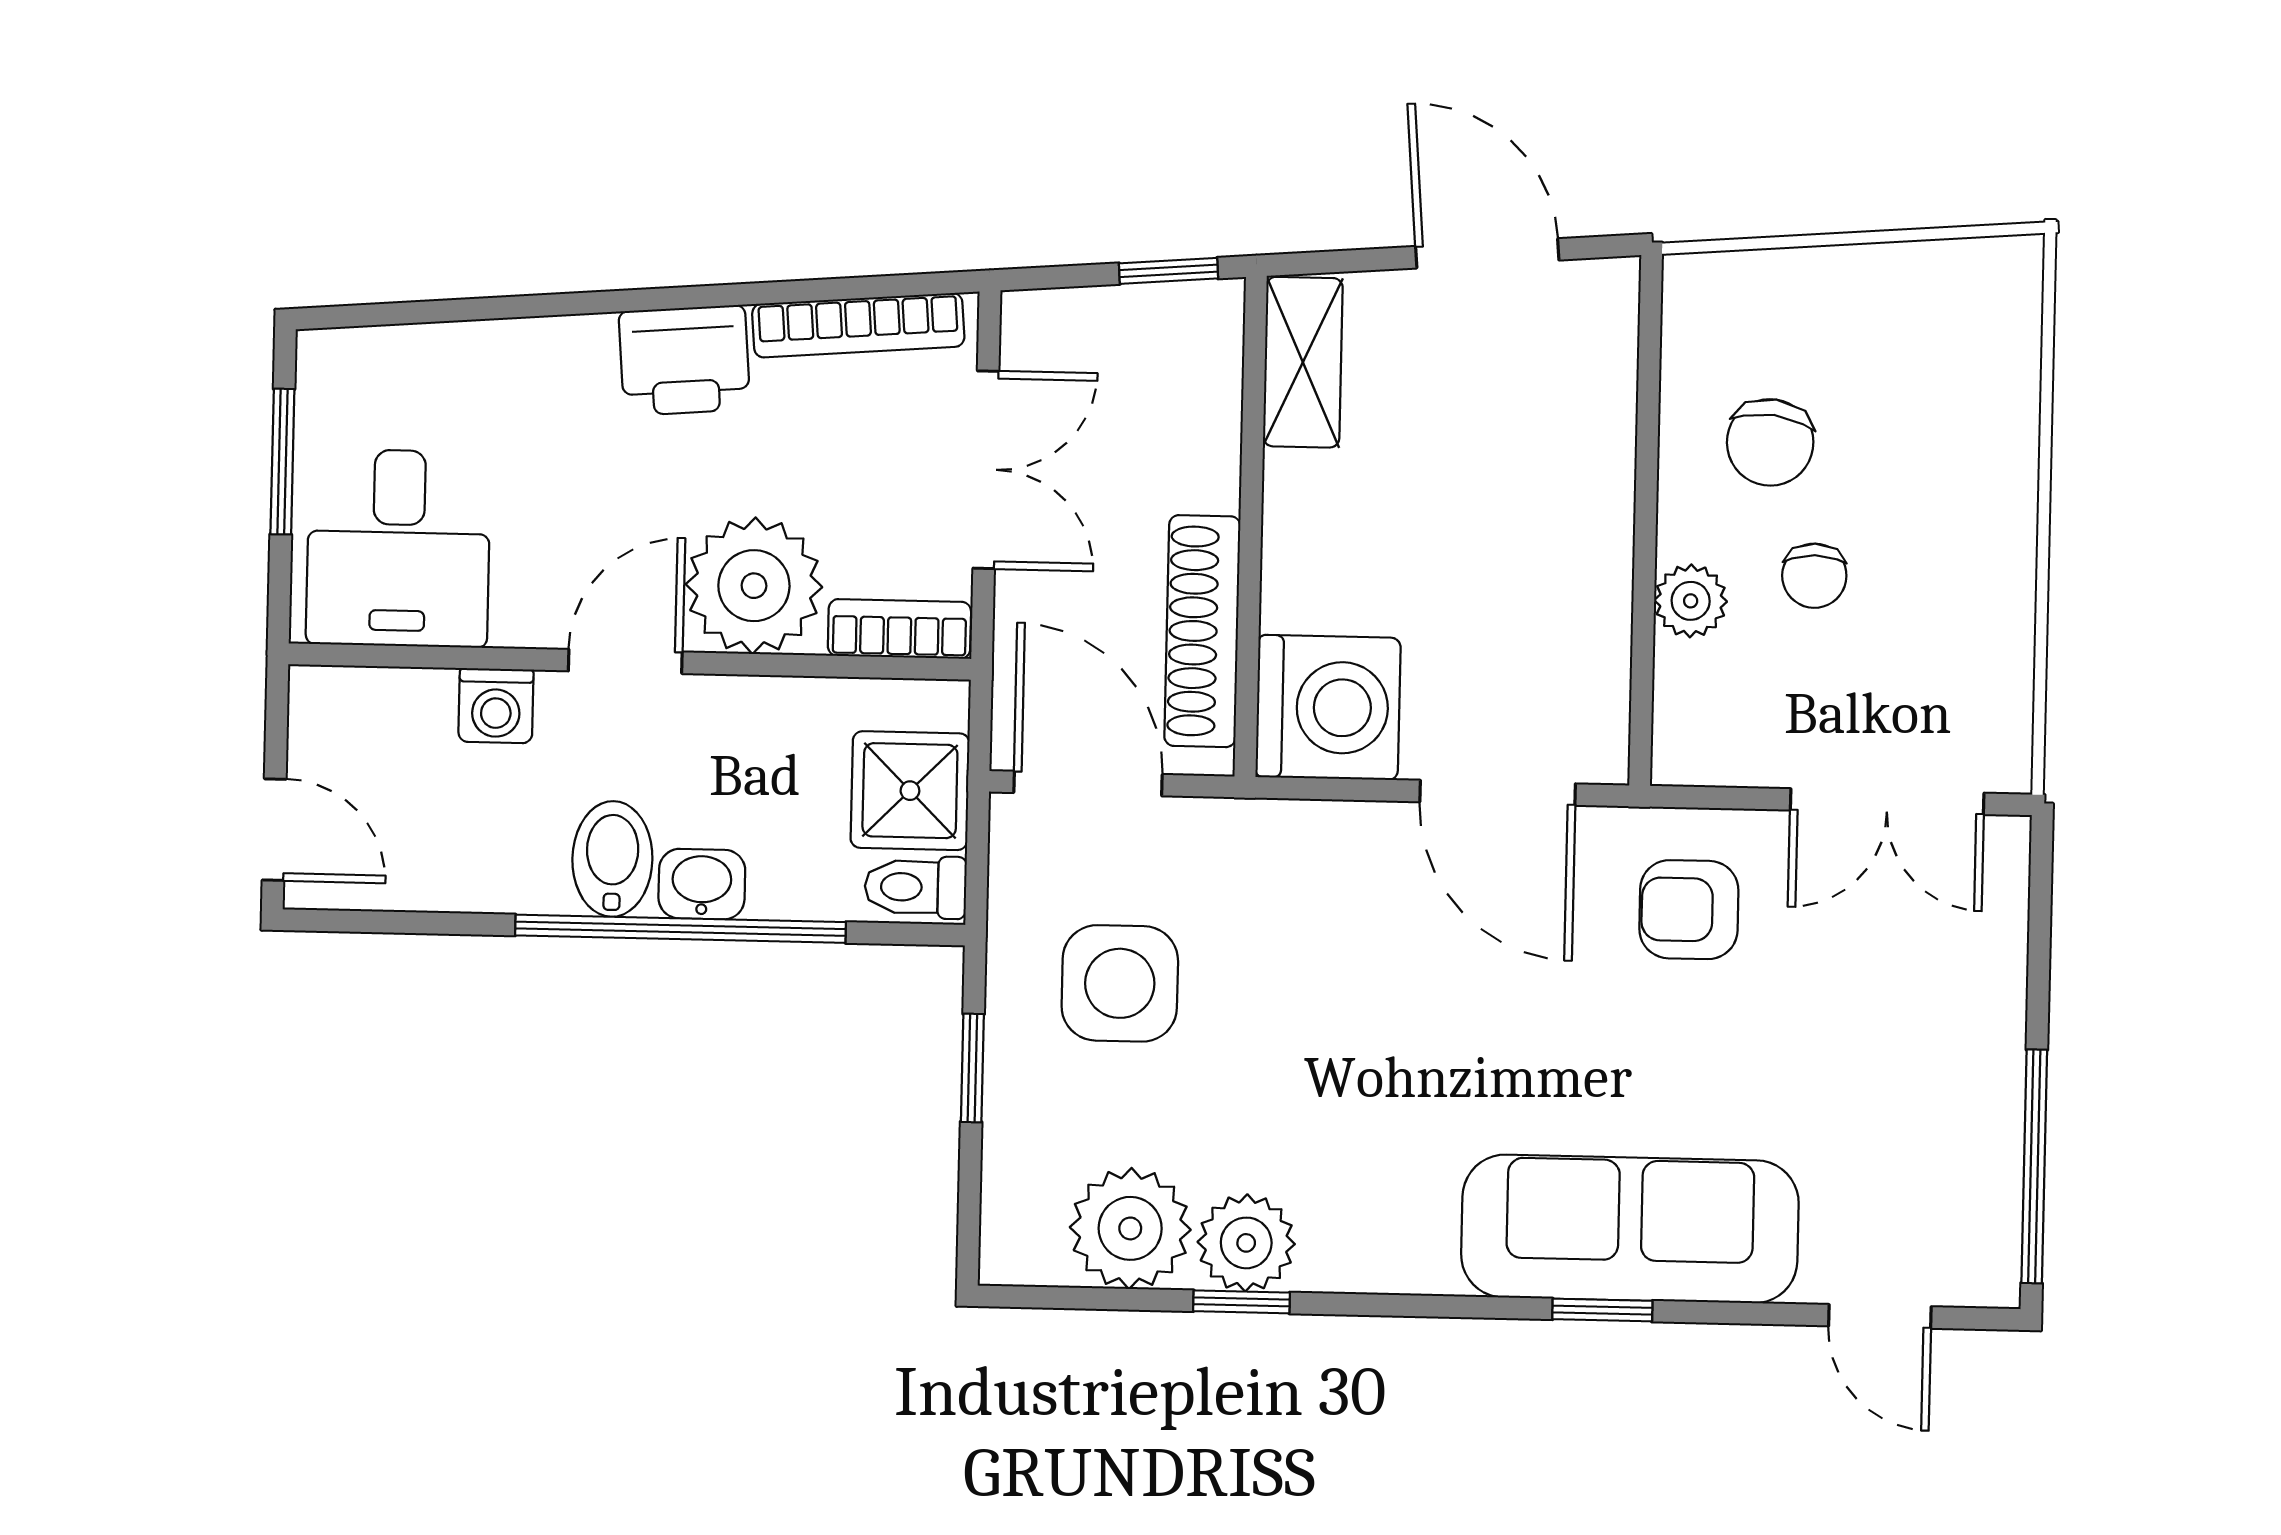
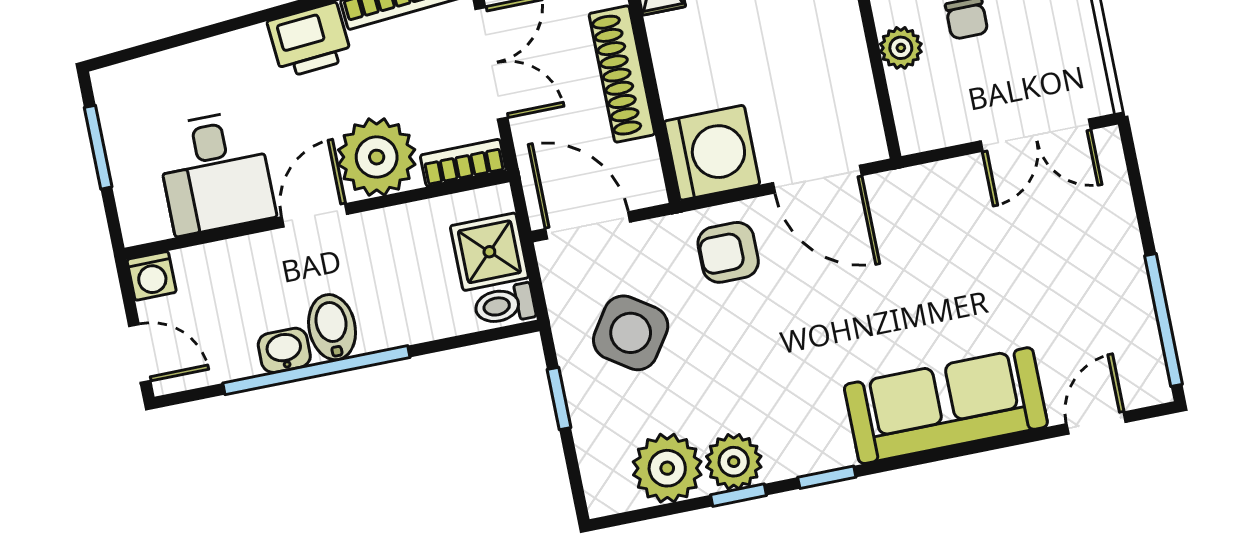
desk: (398, 548) -> (215, 172), moved
shoe rack: (1202, 631) -> (622, 74), moved
washing machine: (496, 706) -> (152, 276), moved
washbasin: (702, 884) -> (284, 350), moved
armchair: (1689, 910) -> (728, 252), moved
window: (681, 929) -> (316, 370), moved
side table: (1120, 983) -> (631, 333), turned 34
window: (1602, 1310) -> (827, 477), moved
door: (1880, 1316) -> (1096, 423), swing flipped

